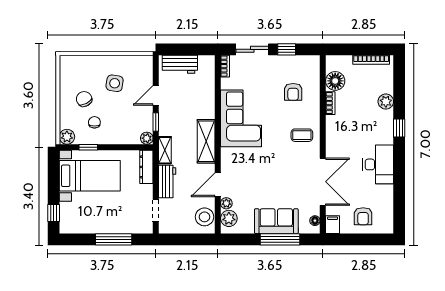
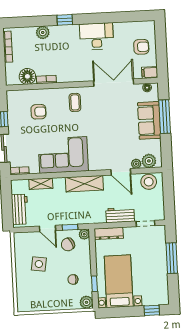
chair: (84, 99) -> (68, 244), moved
shelving: (165, 150) -> (41, 184), moved

